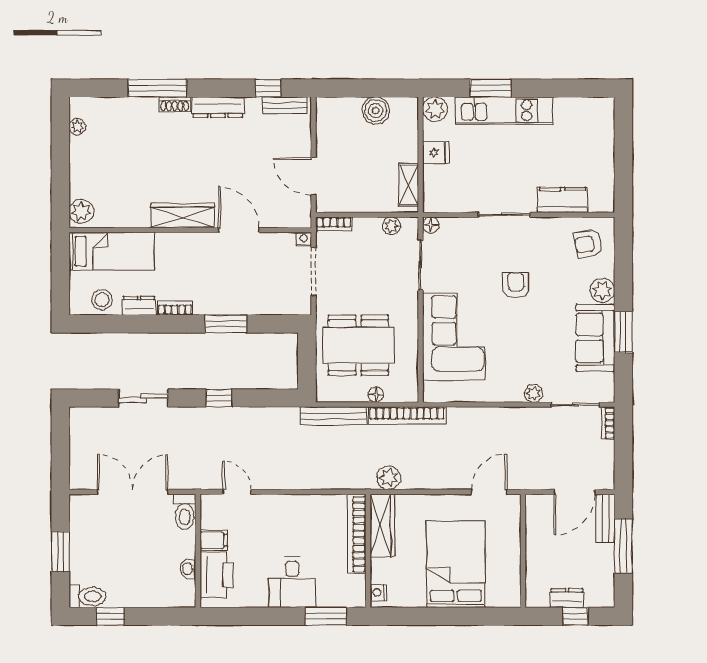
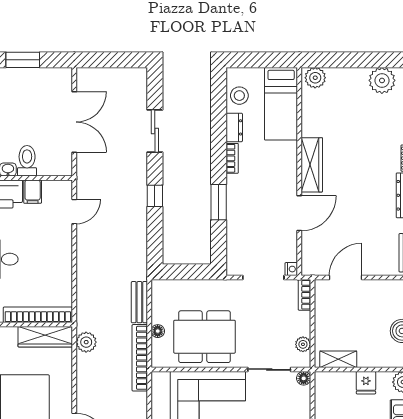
plant: (77, 127) -> (382, 80), width x1.88, depth x1.88
dining table: (358, 345) -> (205, 337), moved, turned 90
bench: (333, 416) -> (139, 302), width x0.73
toilet: (185, 512) -> (27, 161), moved, turned 90

